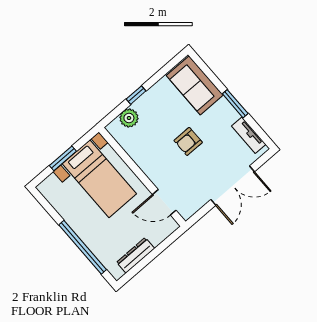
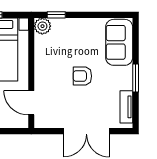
window: (136, 95) -> (56, 15), moved
plant: (129, 118) -> (42, 26), moved

